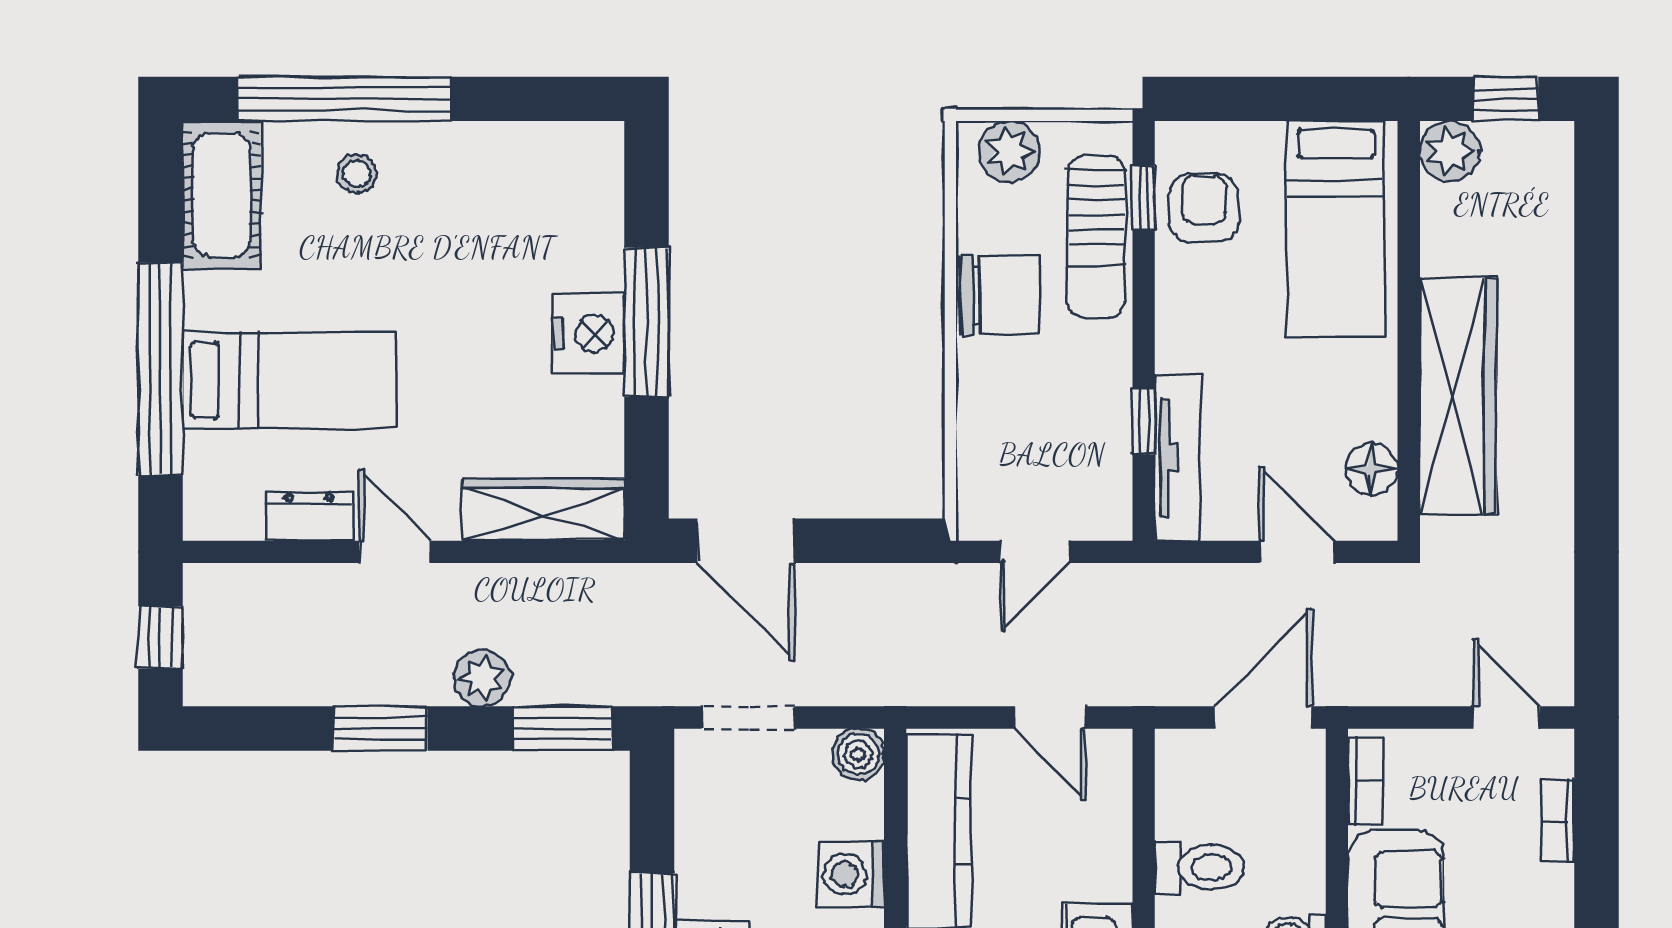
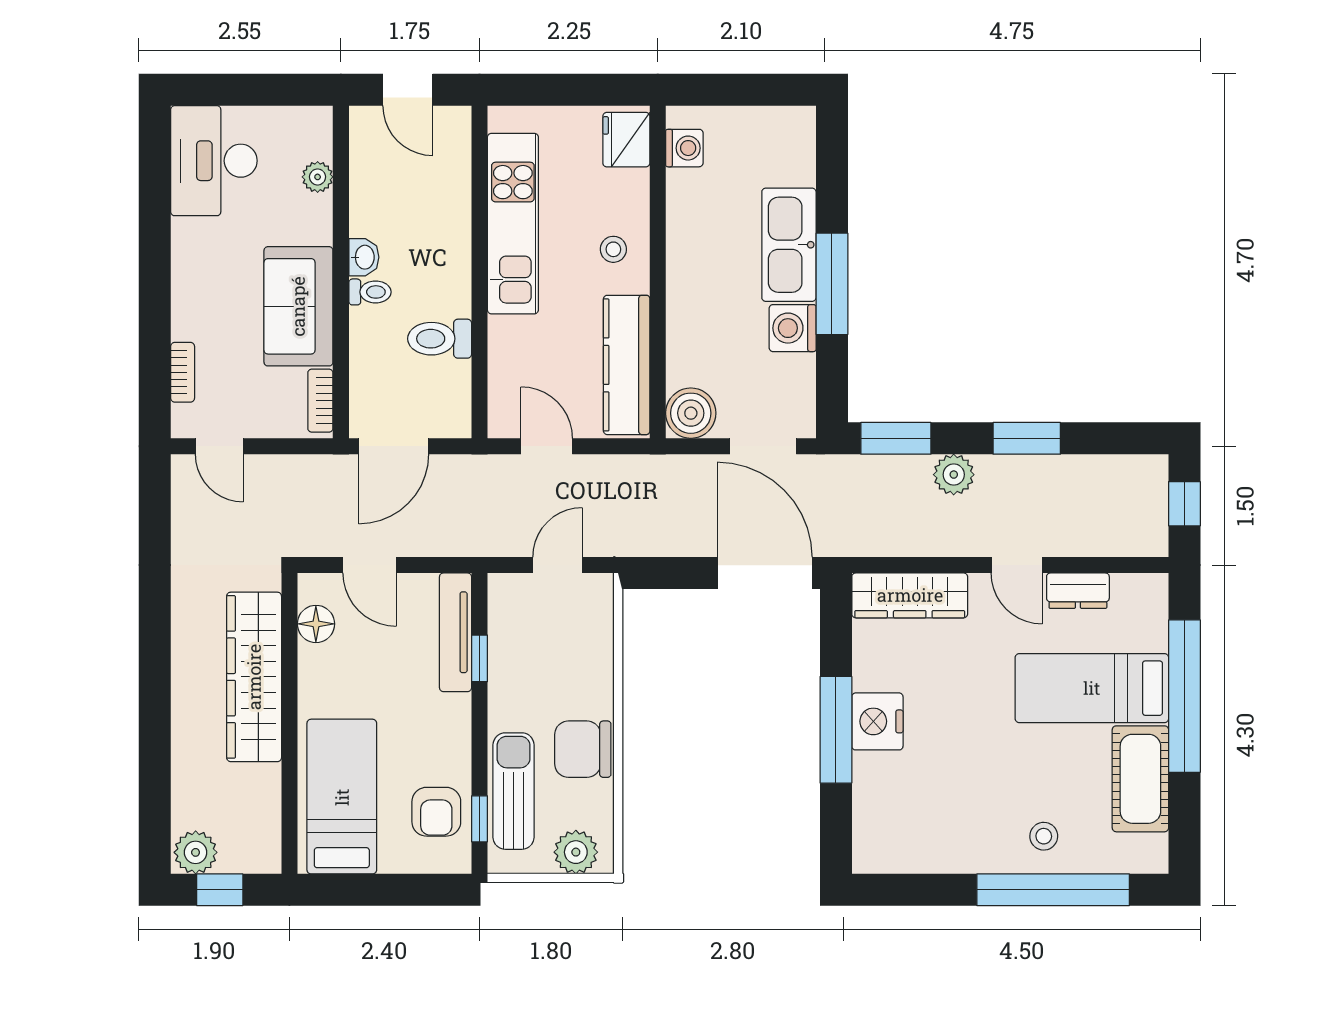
plant: (1450, 151) -> (196, 852), moved
cot: (222, 195) -> (1140, 779), moved
door: (746, 541) -> (765, 573), width x1.36
boiler: (858, 754) -> (691, 413), width x1.36, depth x1.36
washing machine: (851, 874) -> (793, 328), moved, turned 180

